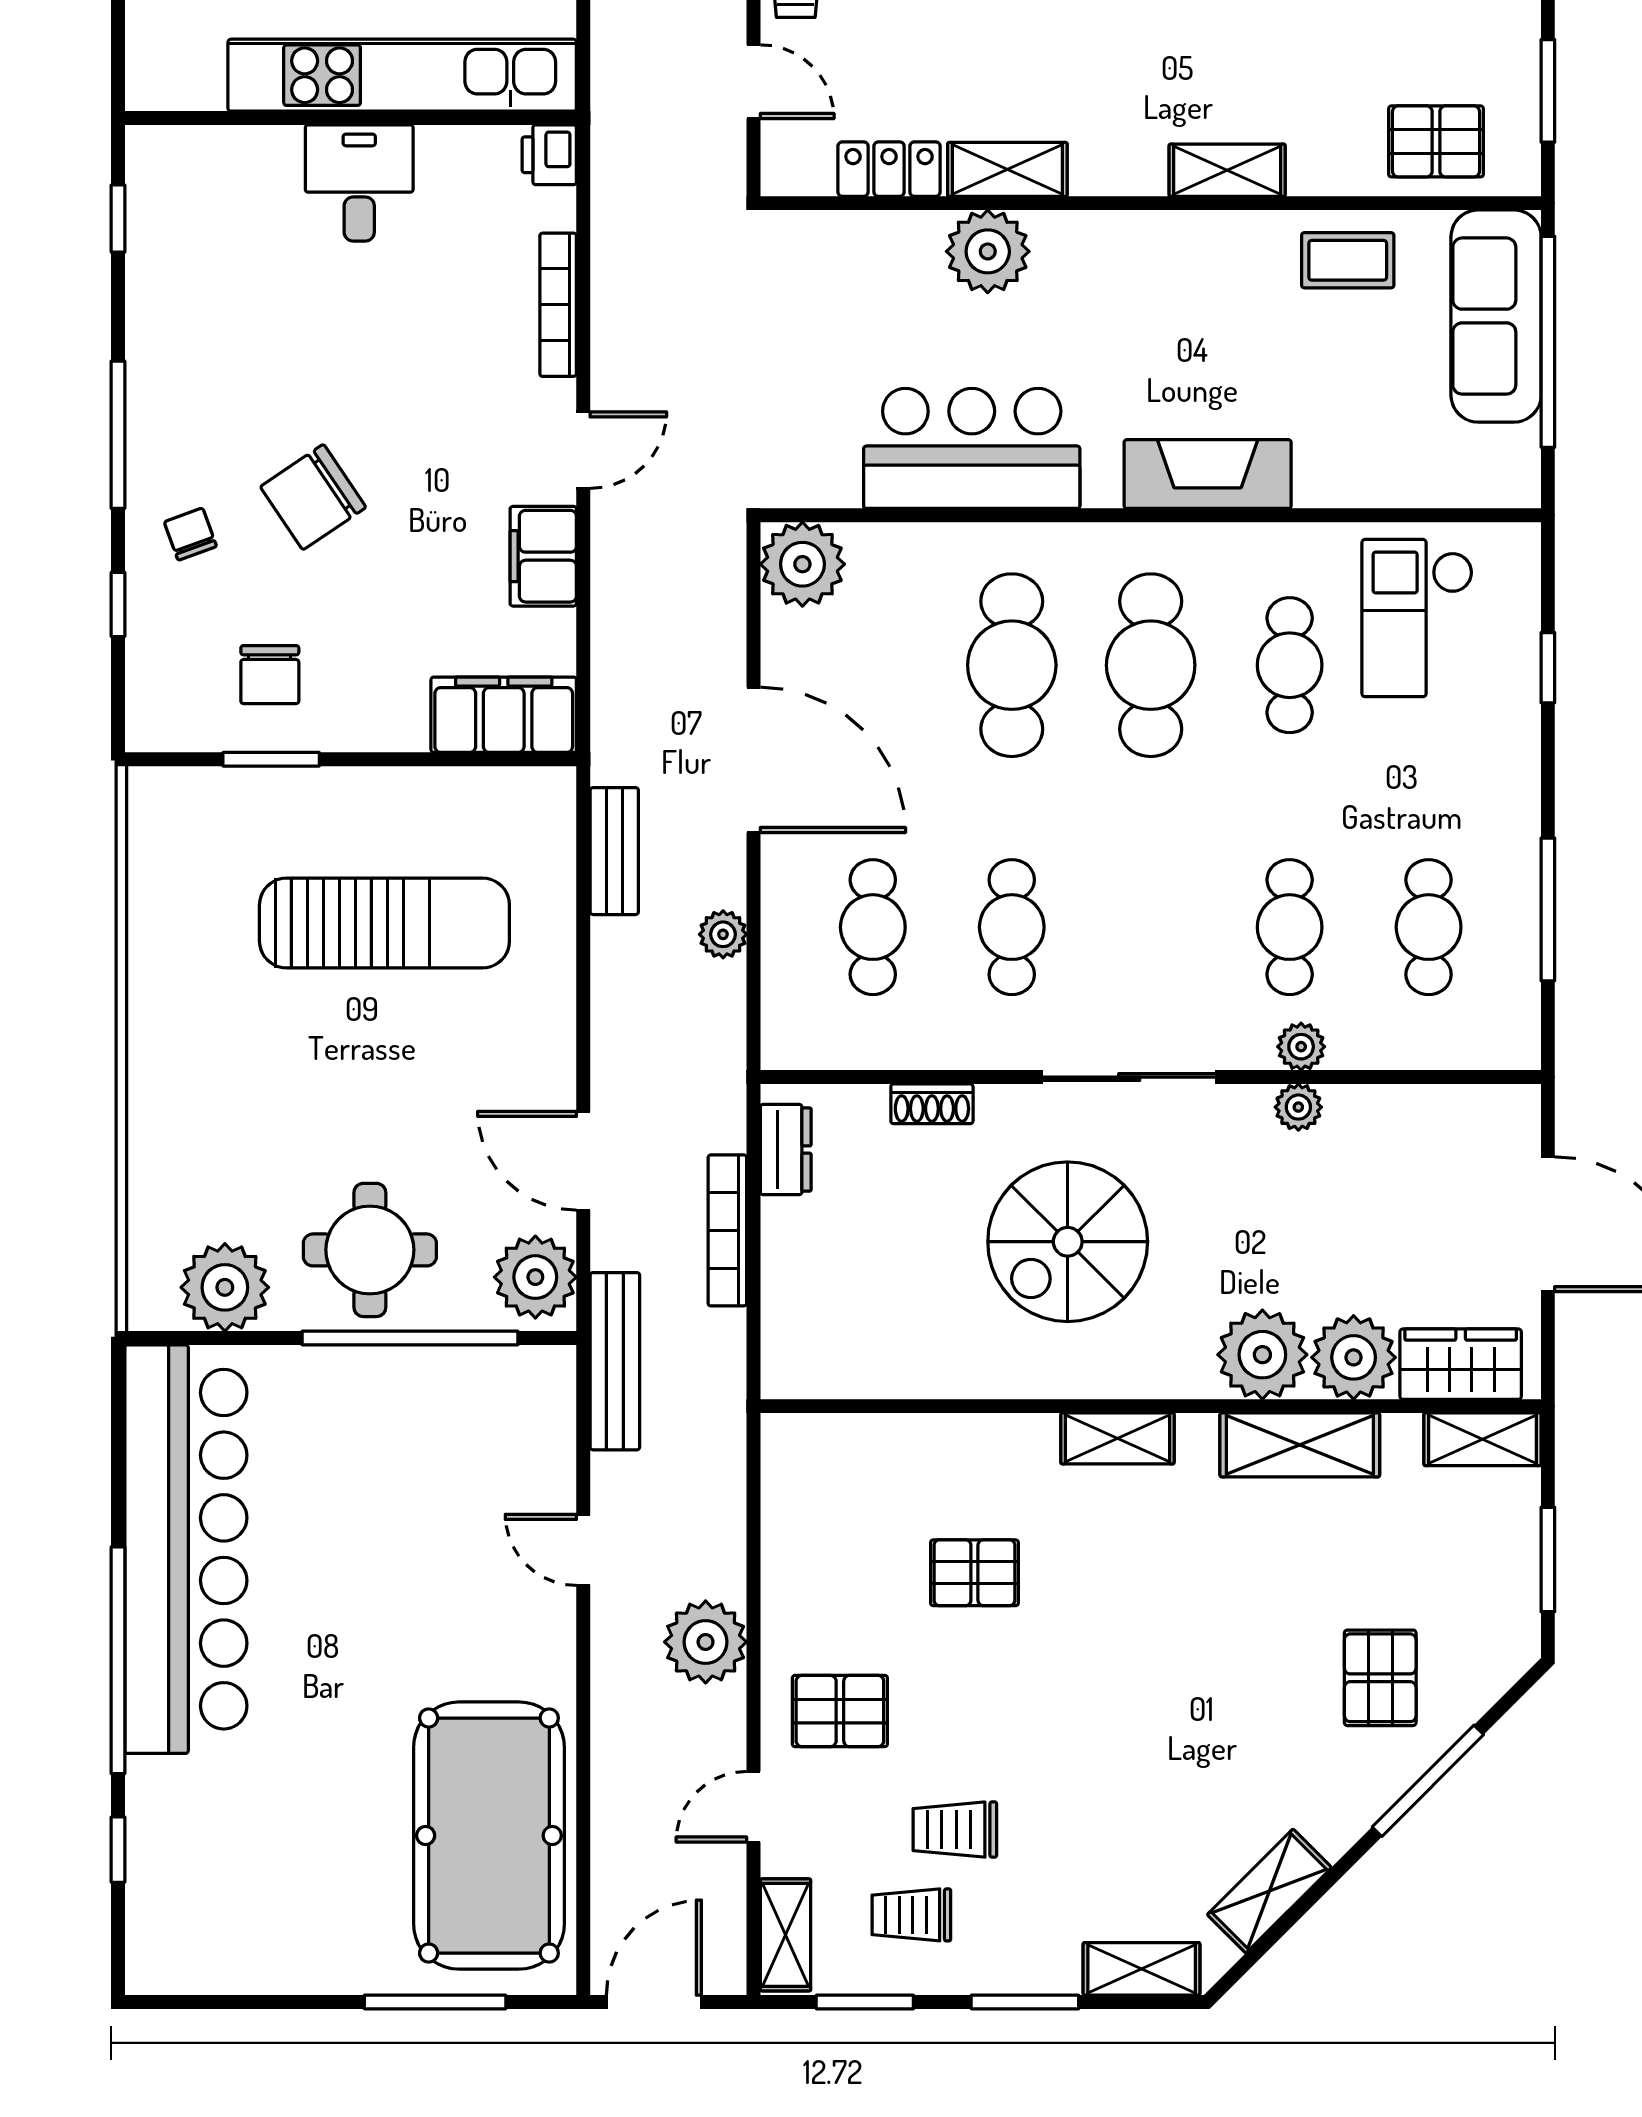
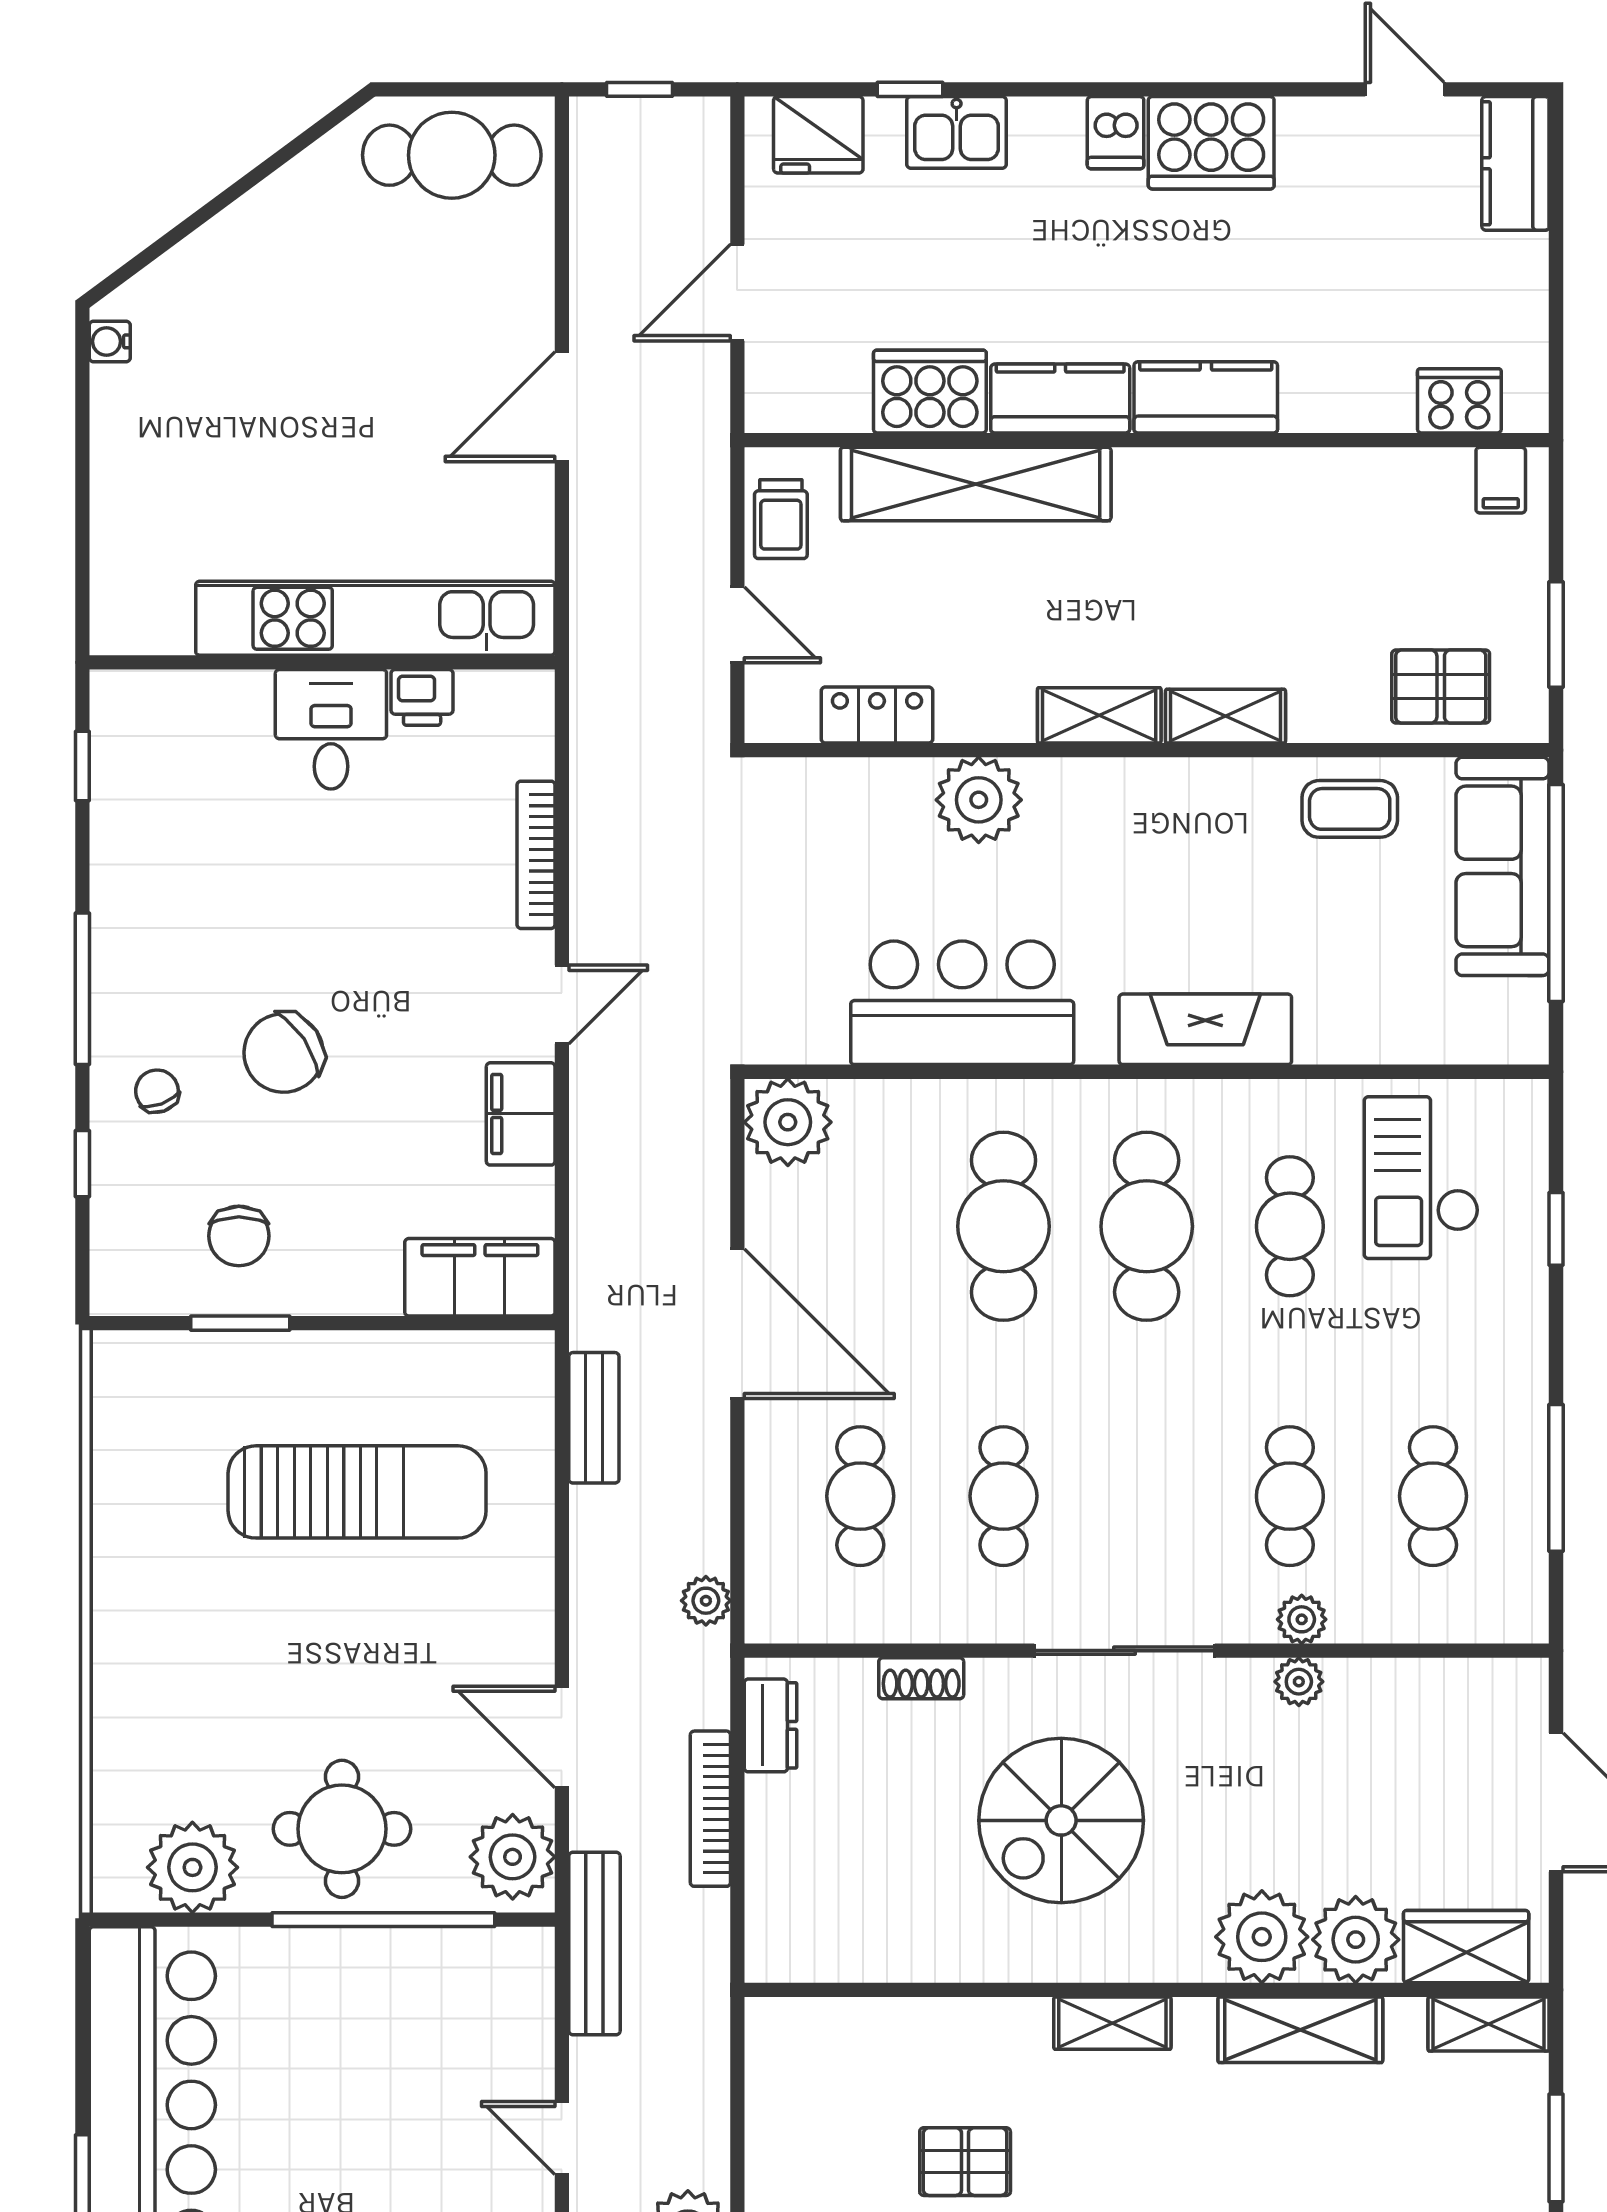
printer: (549, 155) -> (422, 697), moved, turned -90
shelving: (1007, 169) -> (1099, 715), moved
plant: (723, 934) -> (706, 1601), moved

